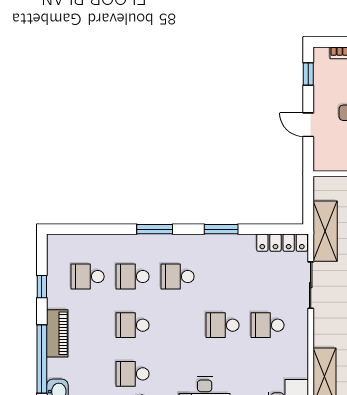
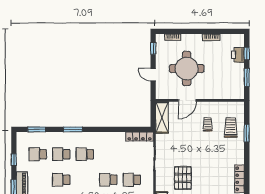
window: (221, 229) -> (37, 129), moved
shelving: (325, 231) -> (162, 117), moved

